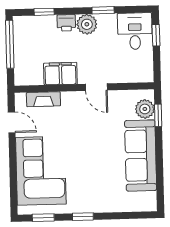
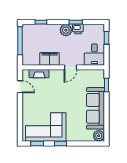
printer: (66, 23) -> (78, 29), moved
desk: (135, 31) -> (94, 55), moved, turned 180
door: (96, 87) -> (70, 67), hinge flipped
plant: (145, 109) -> (99, 136), moved
corner sofa: (41, 171) -> (46, 127), moved, turned -90

